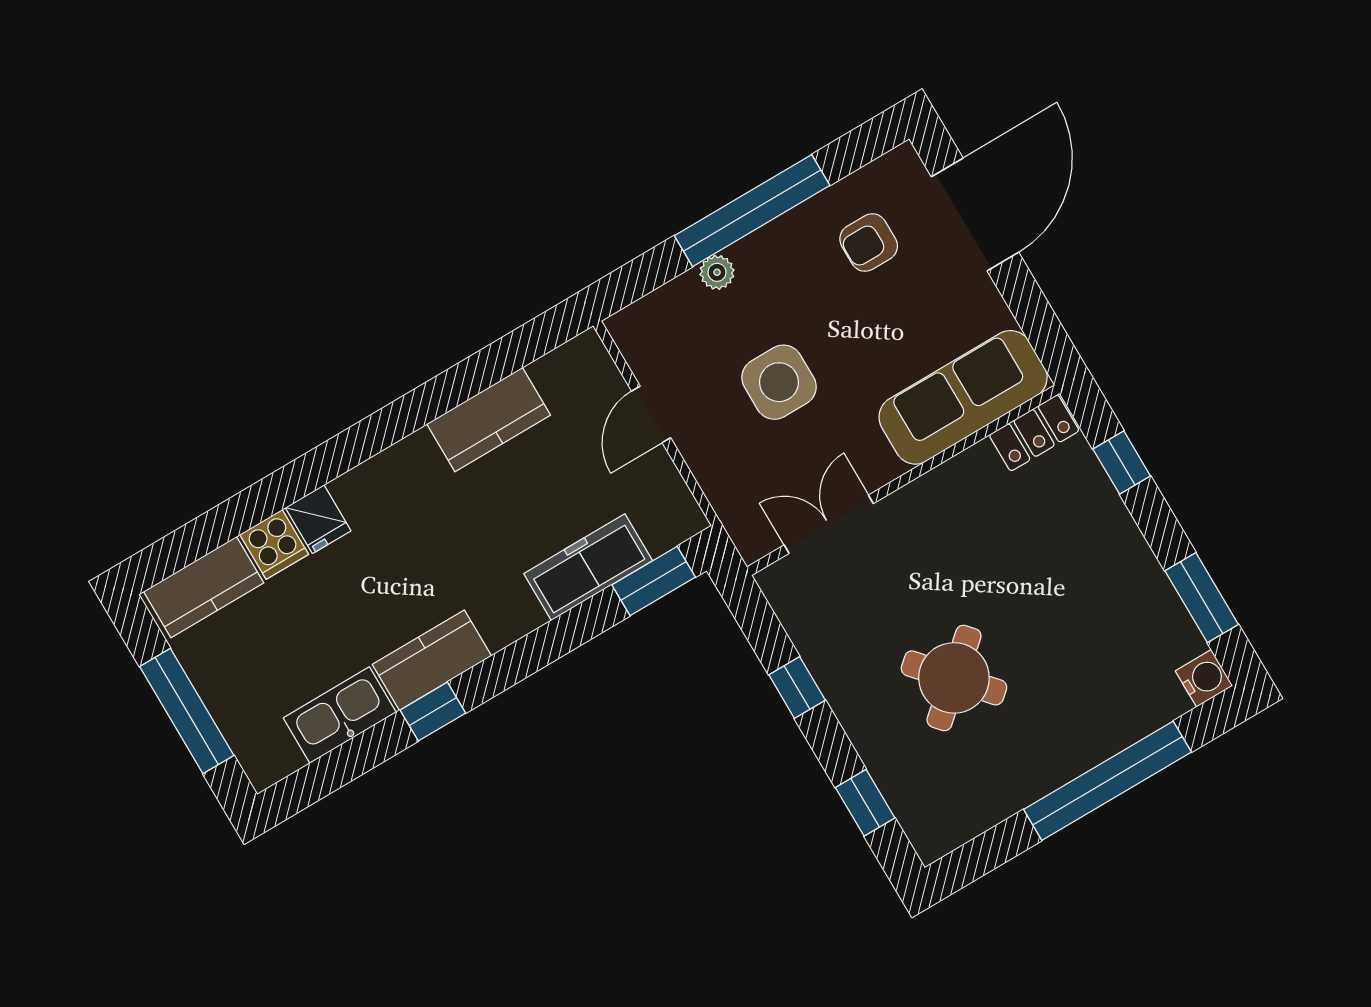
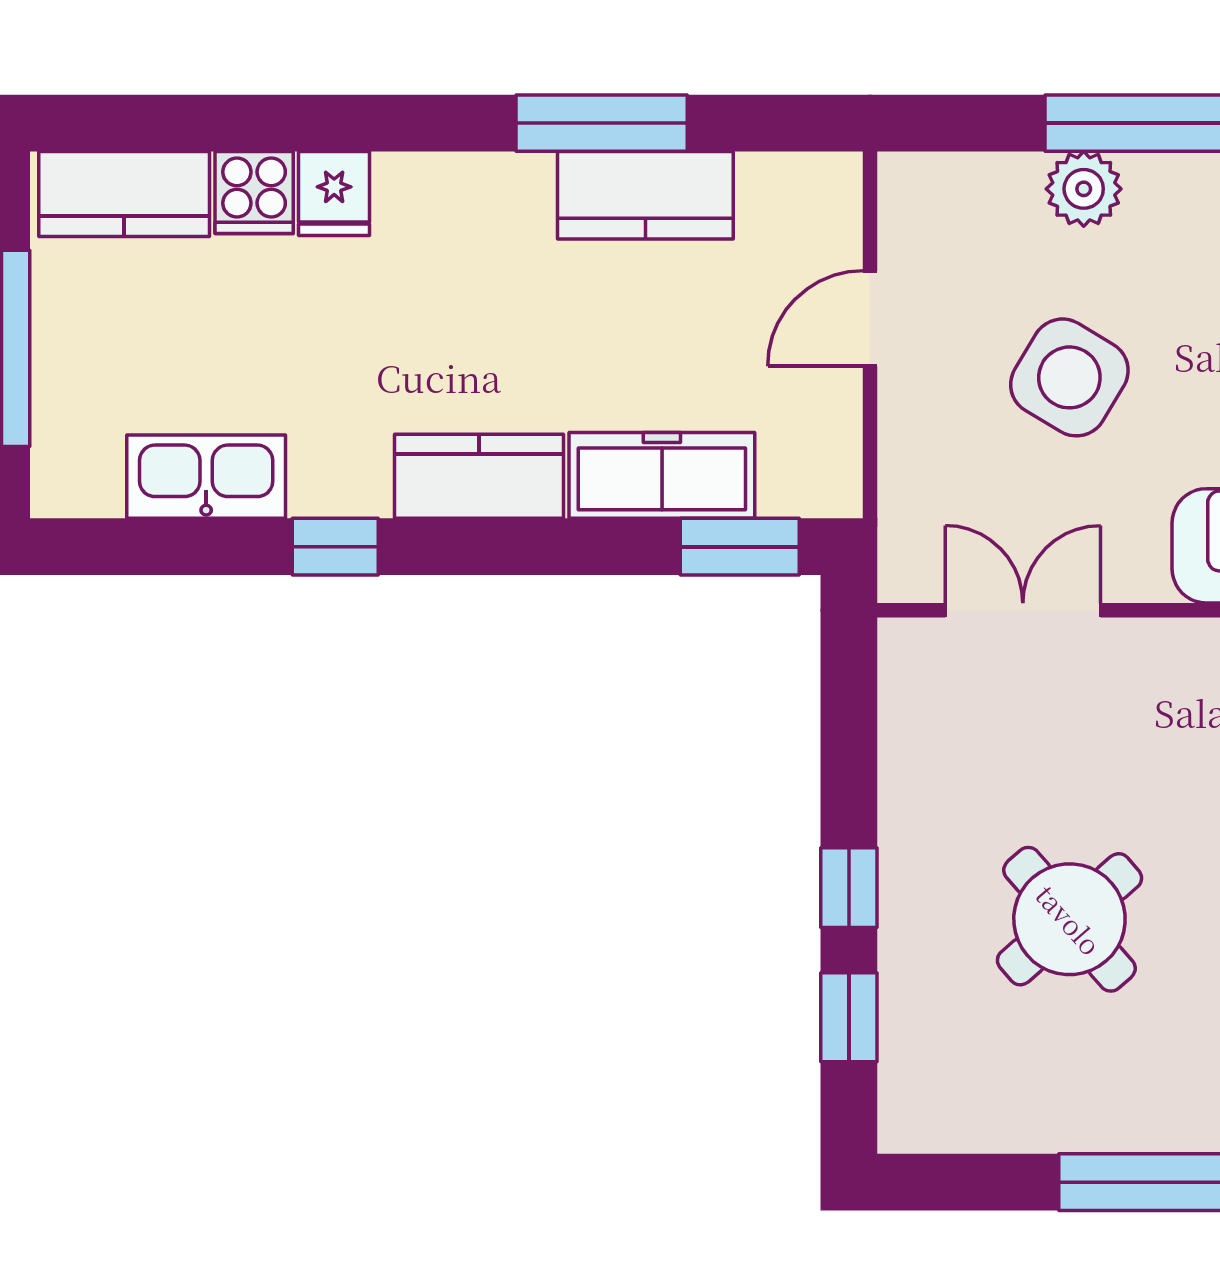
plant: (717, 272) -> (1084, 189), width x1.38, depth x1.38
side table: (779, 382) -> (1069, 377), turned 31
window: (441, 394) -> (602, 123), added
kitchen counter: (432, 660) -> (479, 476), moved
window: (797, 688) -> (849, 888), moved

